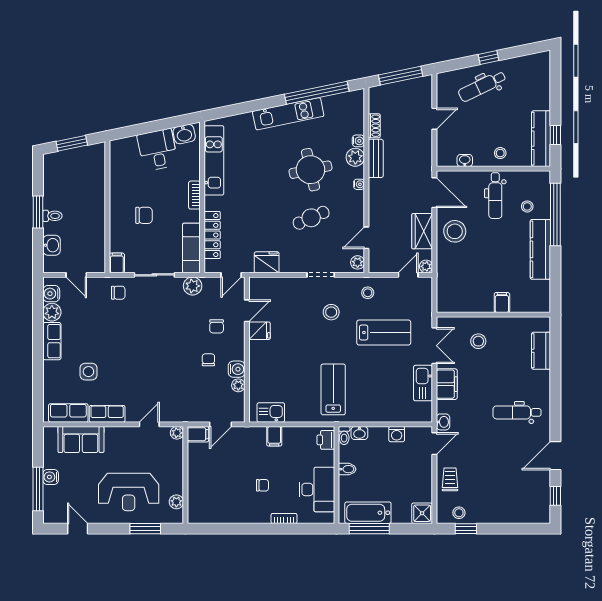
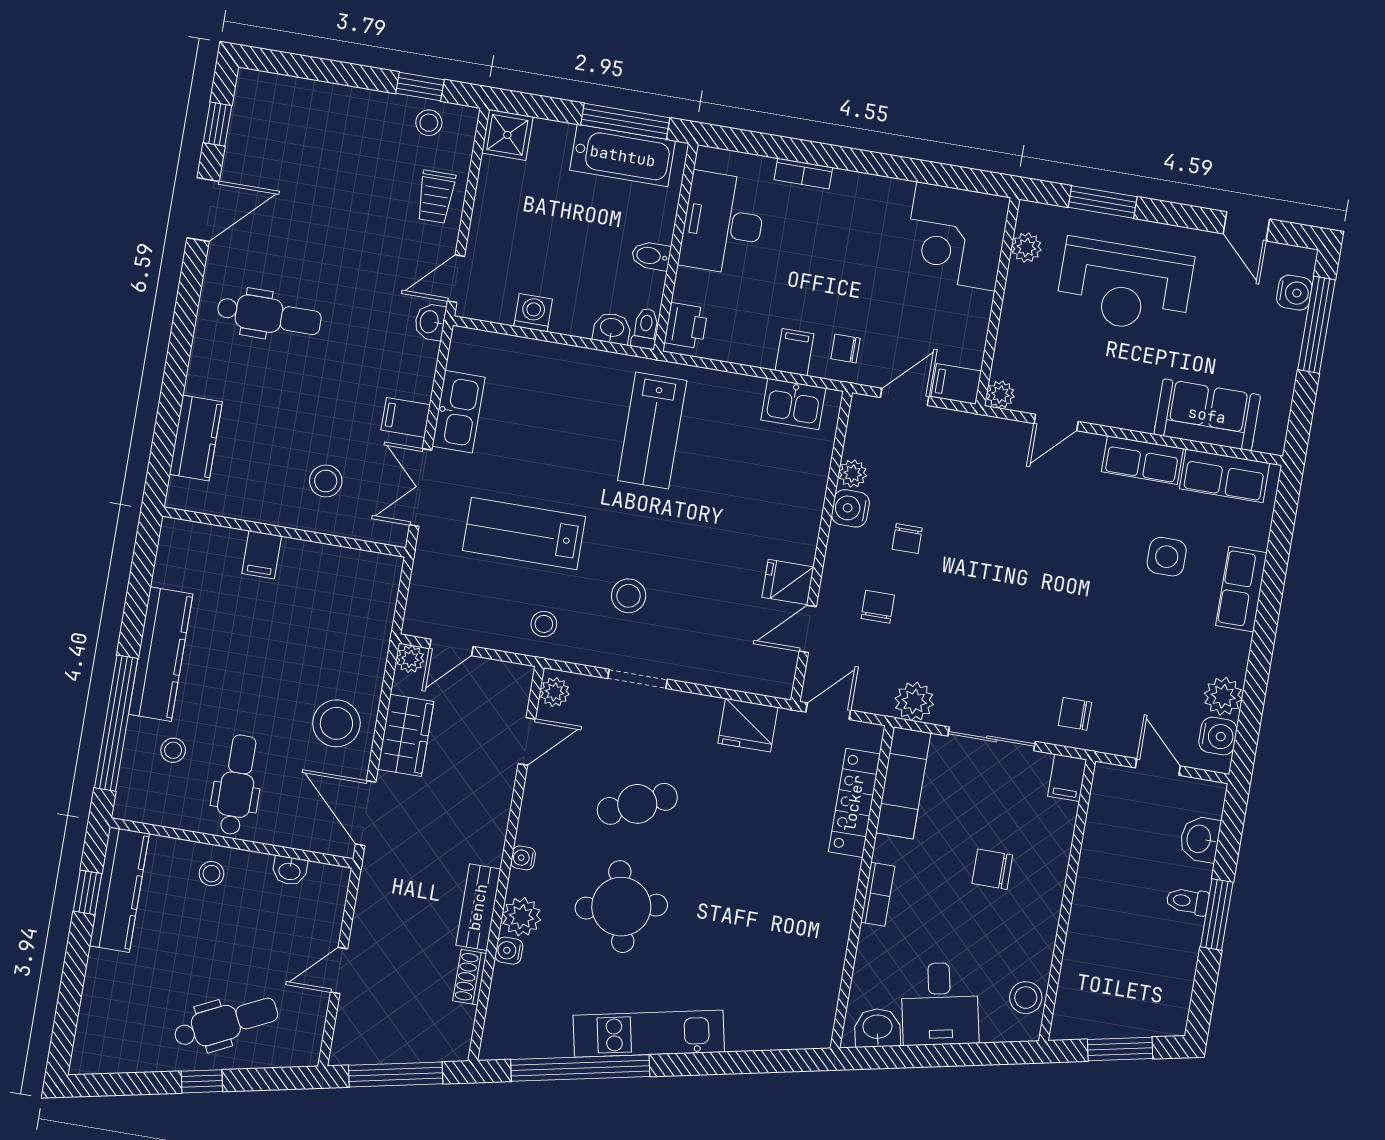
stool: (119, 159) -> (1026, 998), added
kitchen unit: (214, 160) -> (824, 961), removed
row of seats: (52, 341) -> (1241, 589), moved
filing cabinet: (447, 384) -> (406, 417), width x0.50
water cooler: (51, 477) -> (1294, 293), moved
chair: (262, 485) -> (845, 348), moved
reception desk: (129, 492) -> (1125, 286), turned 180
corner desk: (209, 502) -> (956, 236), added

